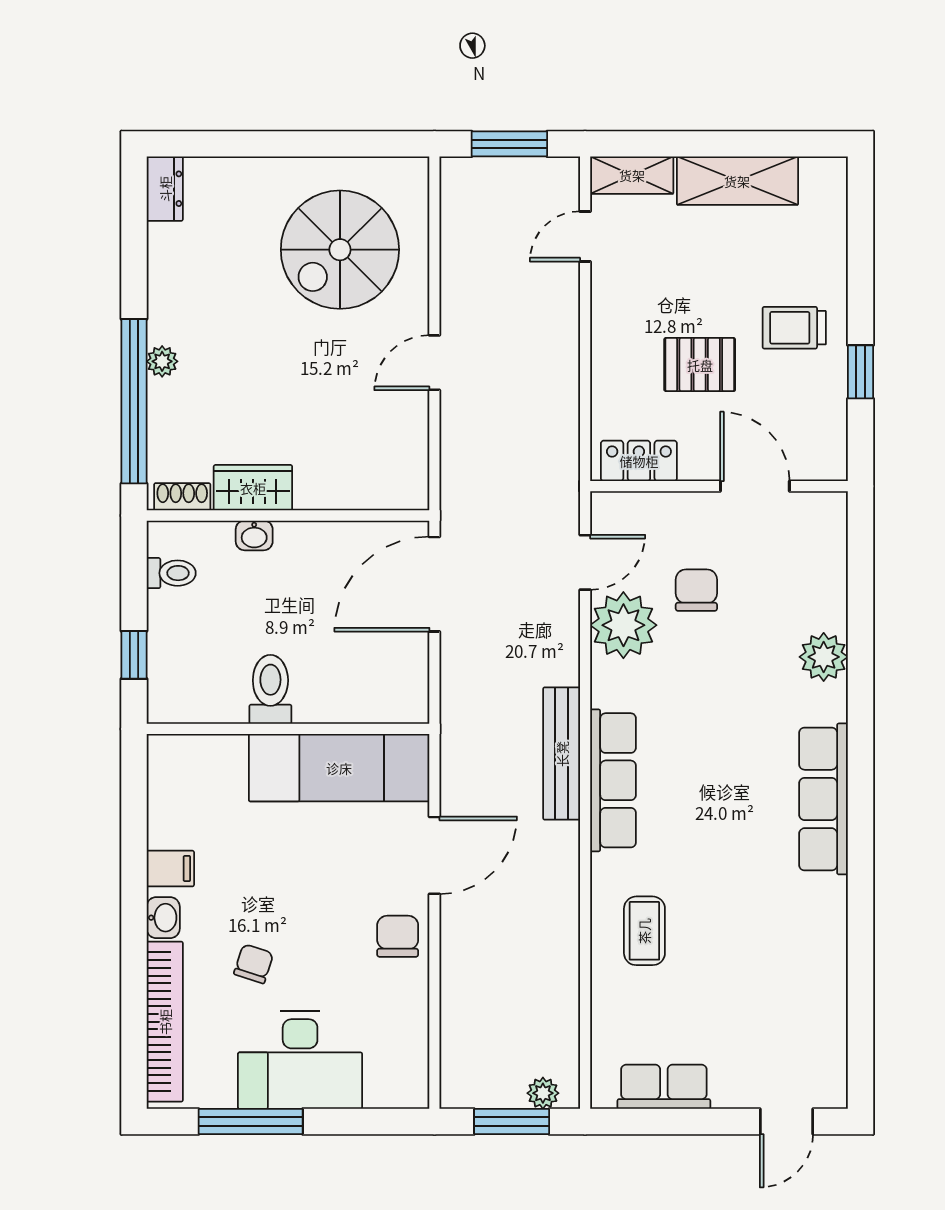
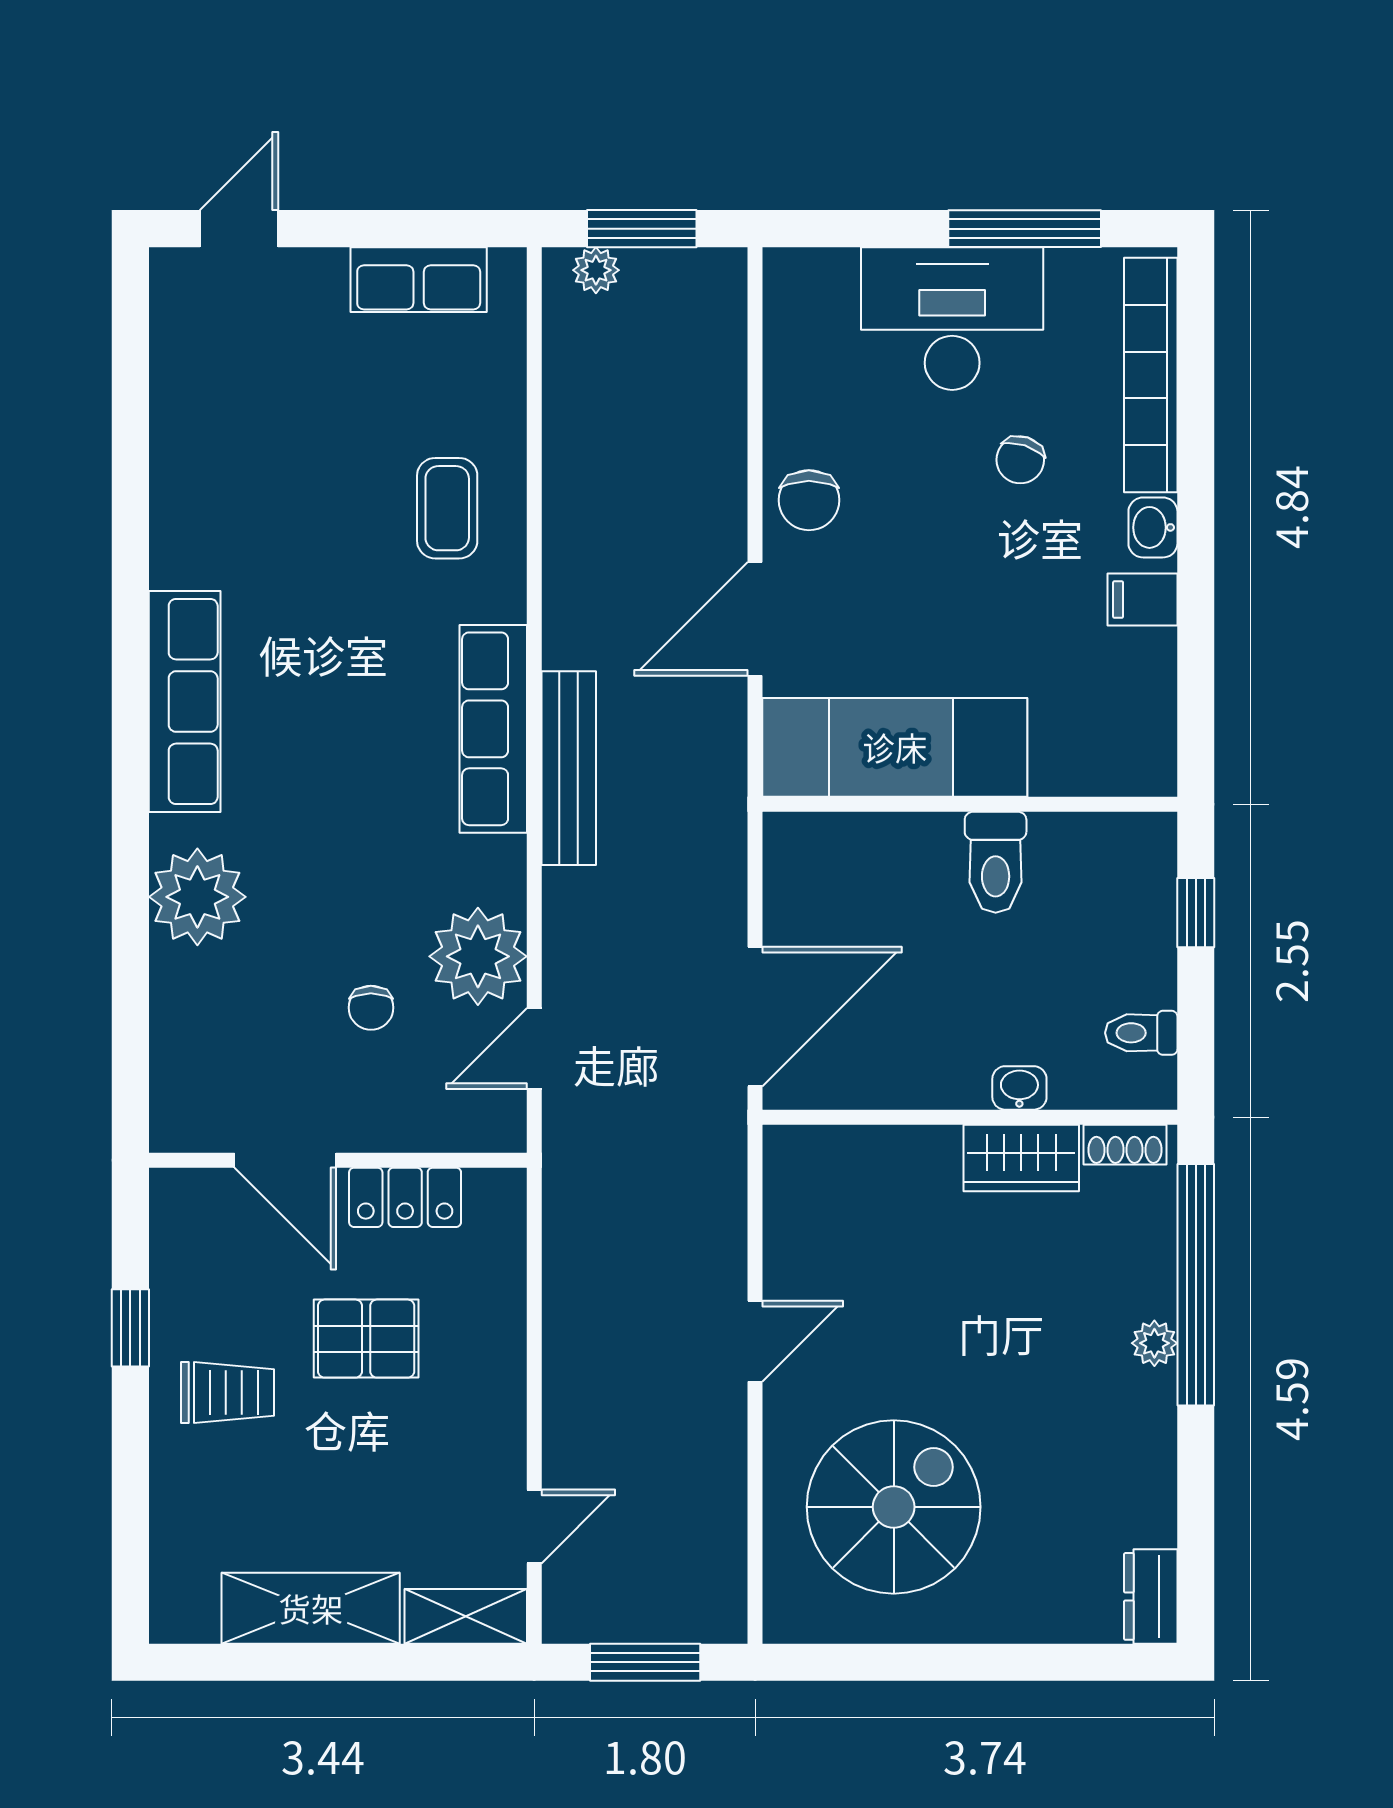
locker: (639, 461) -> (405, 1197), moved
chair: (696, 590) -> (371, 1008), width x0.73, depth x0.73
plant: (824, 657) -> (197, 897), width x1.36, depth x1.36

